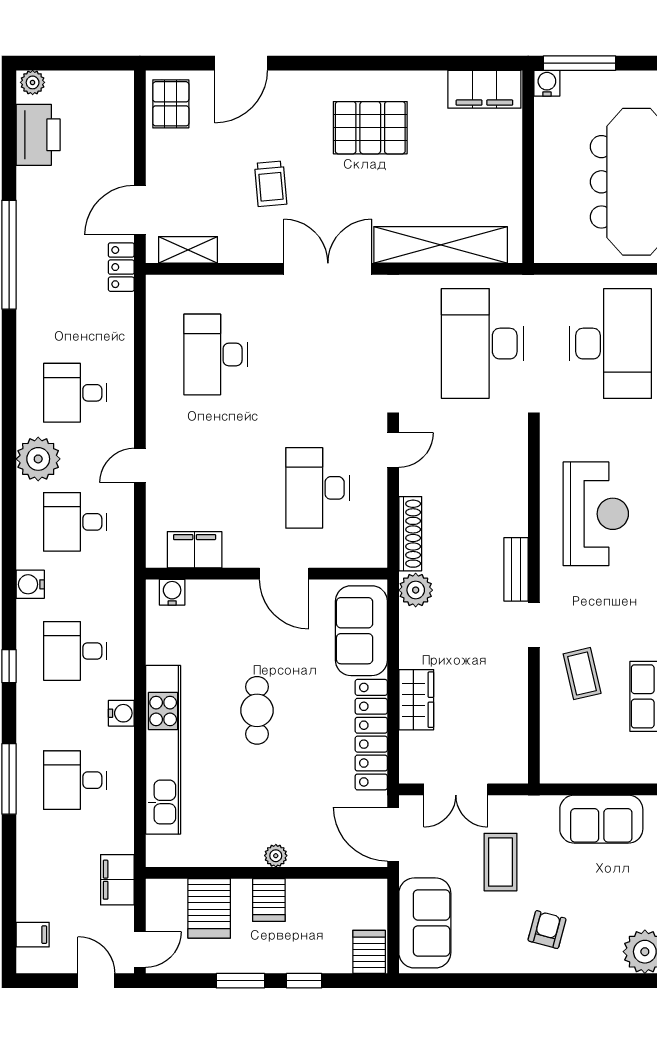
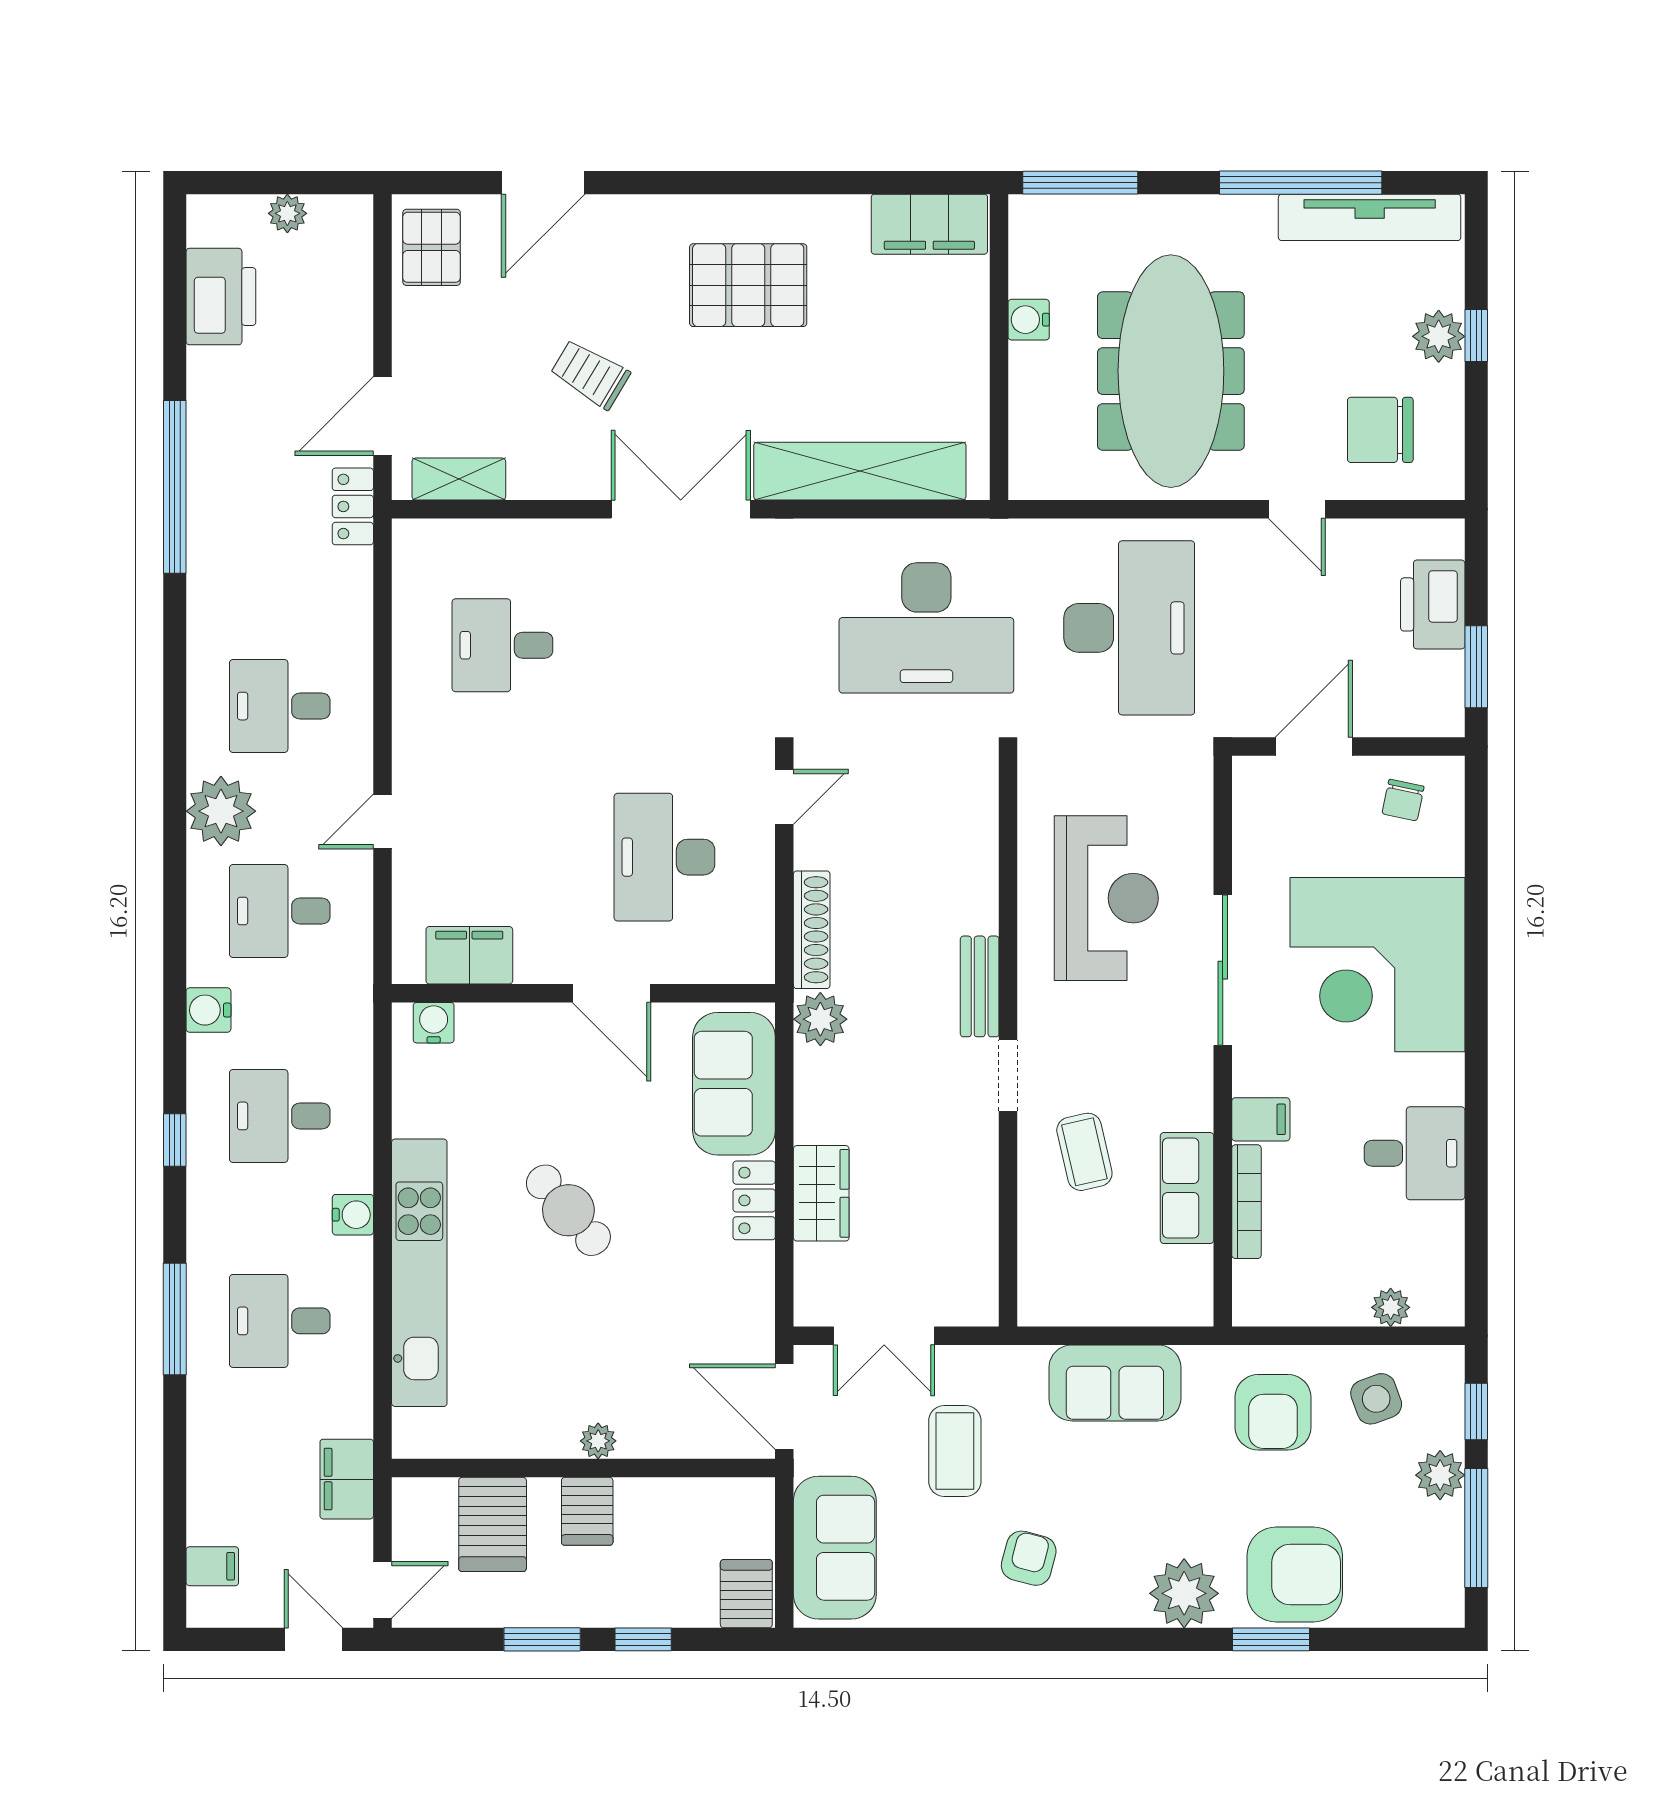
plant: (33, 82) -> (287, 213), moved
water cooler: (547, 83) -> (1029, 320), moved, turned -90
trolley: (271, 184) -> (590, 374), turned 126
desk: (483, 344) -> (926, 628), turned -90
desk: (215, 354) -> (502, 645), width x0.73
cafe table: (257, 710) -> (568, 1210), turned -41
locker: (371, 735) -> (754, 1200), width x0.46, depth x0.83

